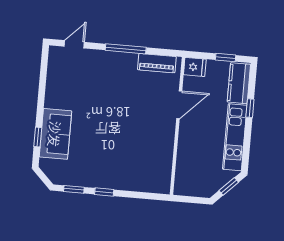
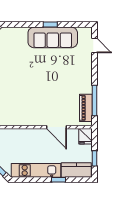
window: (126, 49) -> (94, 100), moved
sofa: (55, 134) -> (53, 37), moved, width x1.36
window: (38, 137) -> (50, 25), moved

